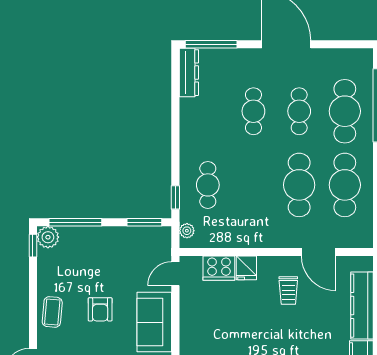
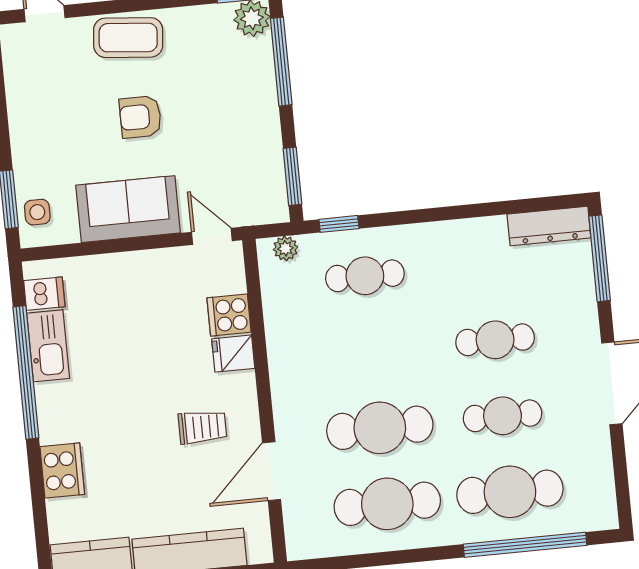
cooker: (219, 268) -> (229, 315), width x0.73
trolley: (288, 290) -> (202, 427), turned 180
coffee table: (52, 312) -> (128, 38), width x1.36, depth x1.30

